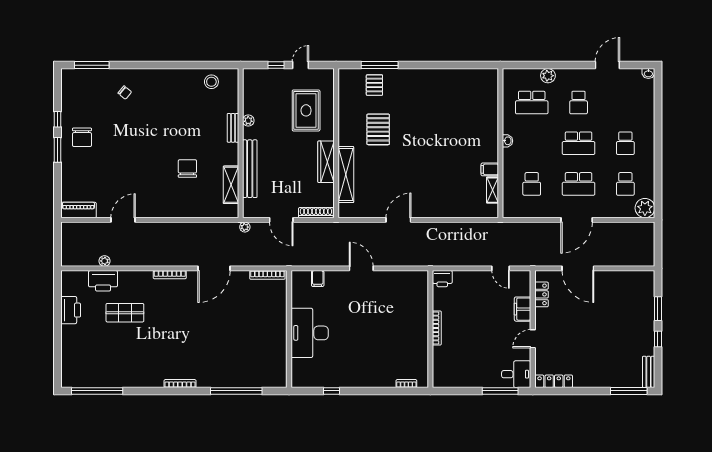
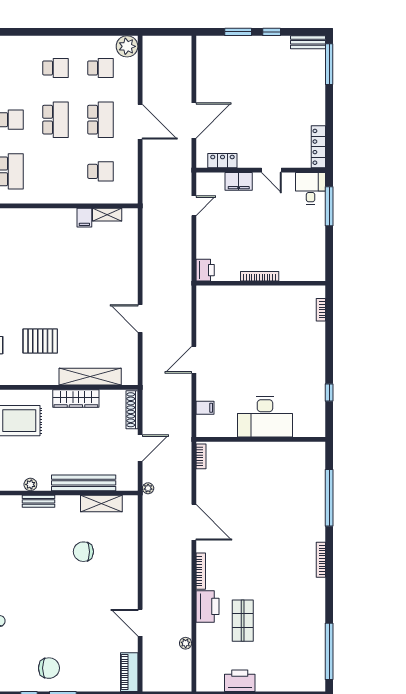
washbasin: (507, 141) -> (53, 198), removed
bookcase: (267, 275) -> (201, 456), width x0.64
printer: (103, 281) -> (207, 606), moved

